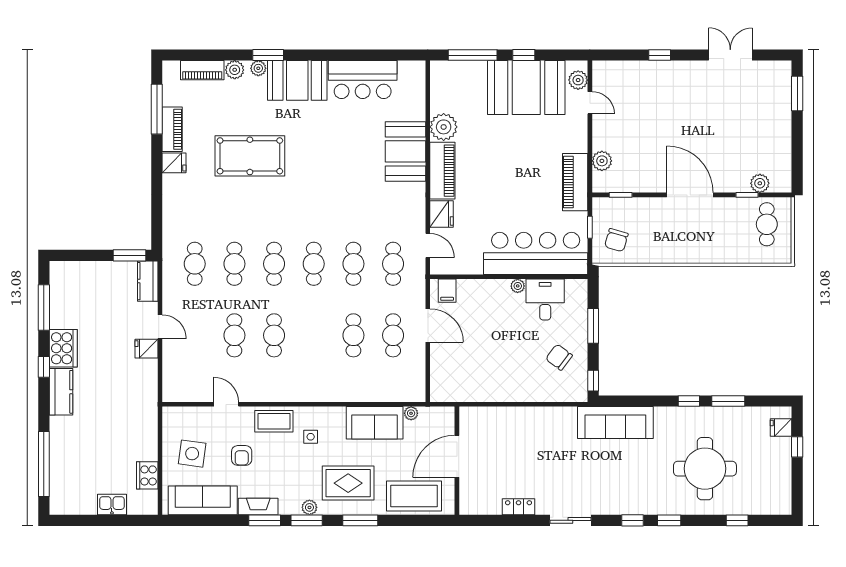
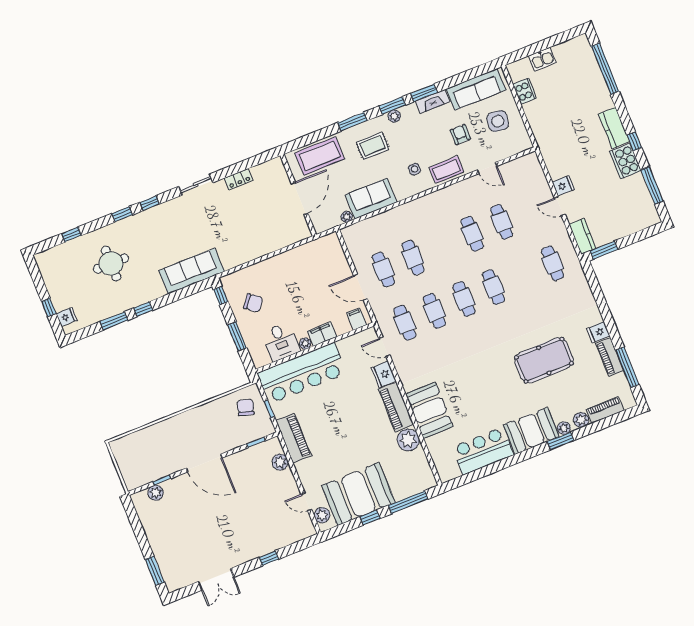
cafe table: (767, 224) -> (138, 464), removed
cafe table: (234, 264) -> (523, 275), removed
filing cabinet: (494, 289) -> (322, 334), added
round table: (705, 469) -> (111, 264), width x0.73, depth x0.73
rug: (348, 483) -> (373, 146), width x0.73, depth x0.70

